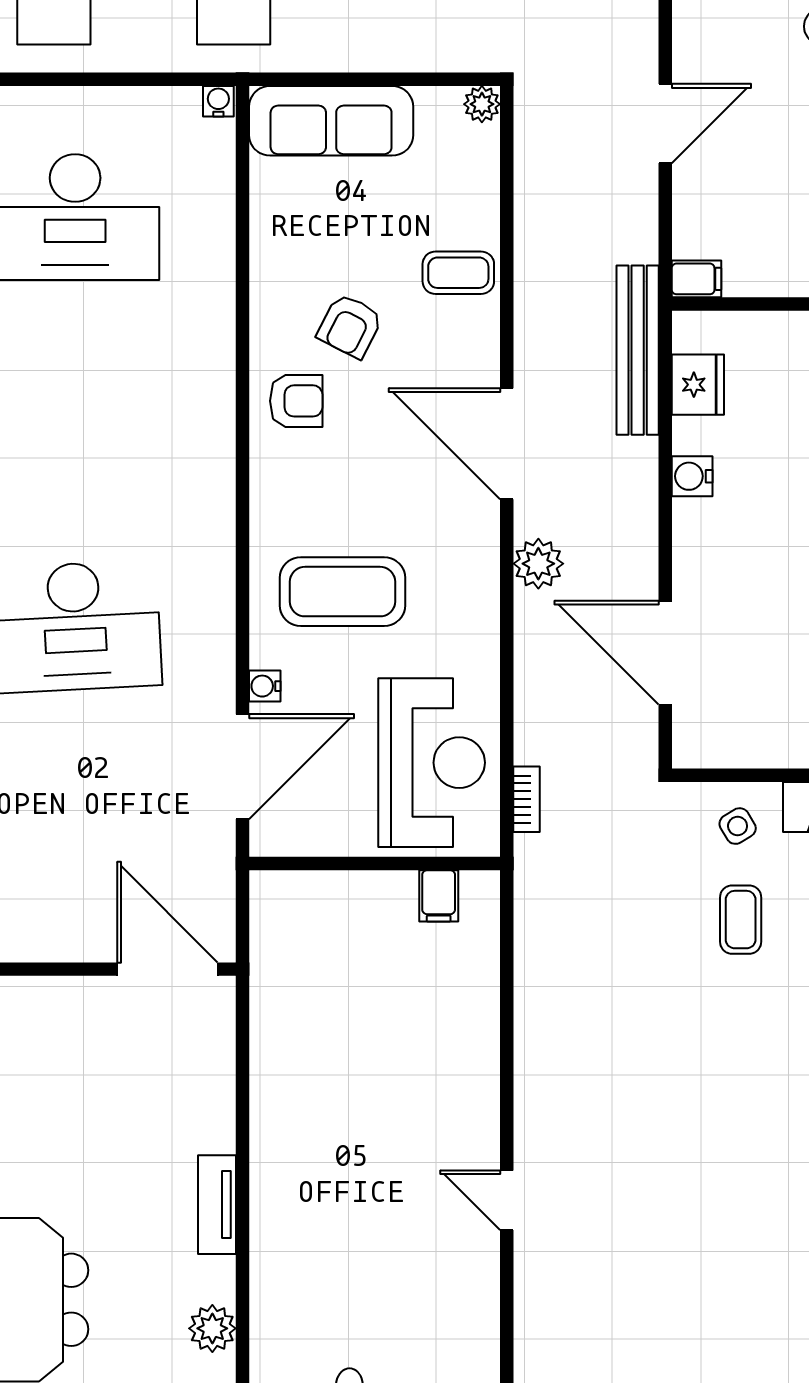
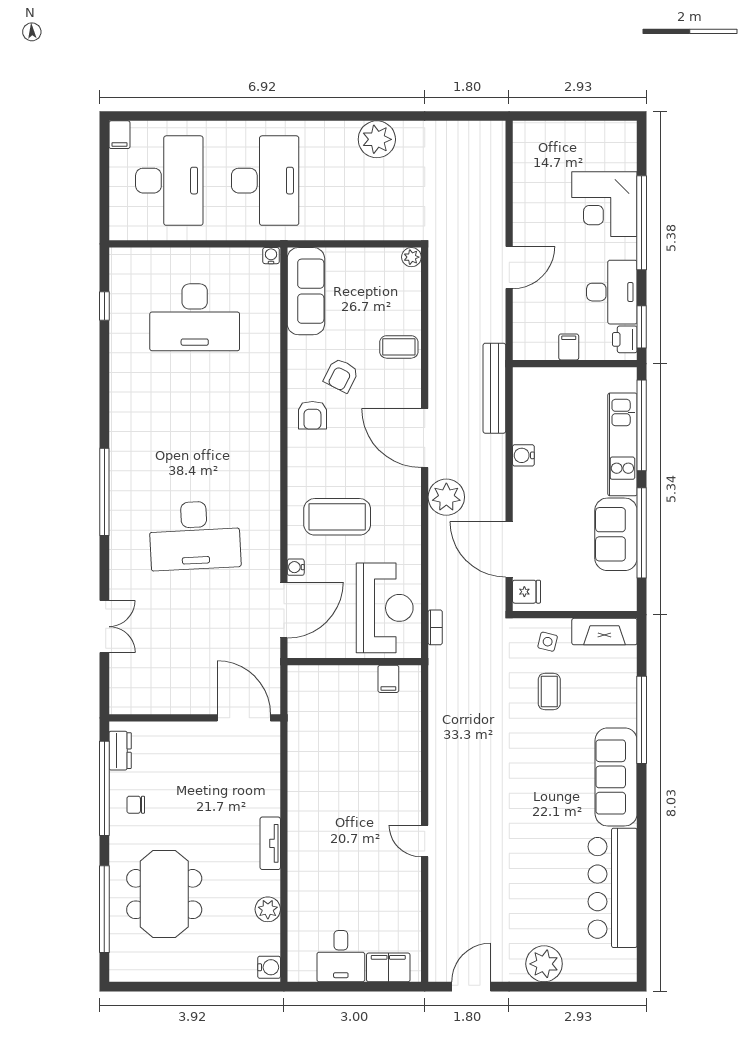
sofa: (331, 121) -> (306, 291), moved, turned -90
filing cabinet: (697, 279) -> (569, 347), moved, turned -90
fridge: (698, 385) -> (526, 592), moved, width x0.72
armchair: (296, 401) -> (312, 415), turned 90
plant: (538, 564) -> (446, 497), width x1.36, depth x1.36
side table: (738, 826) -> (548, 642), turned 45

